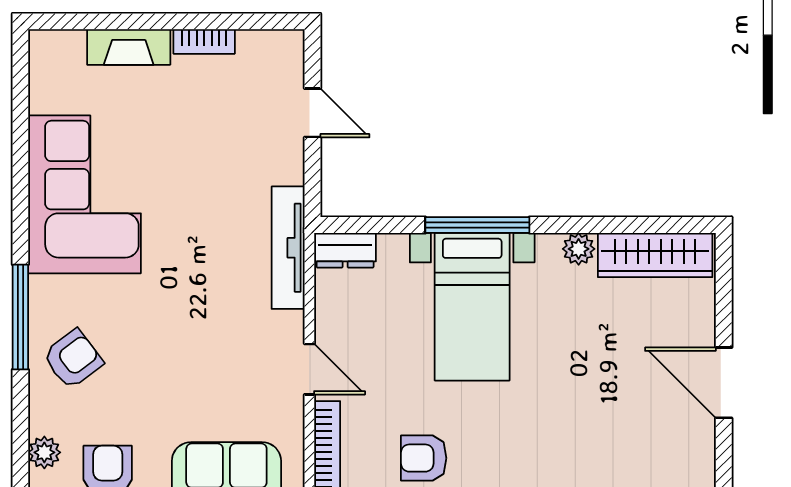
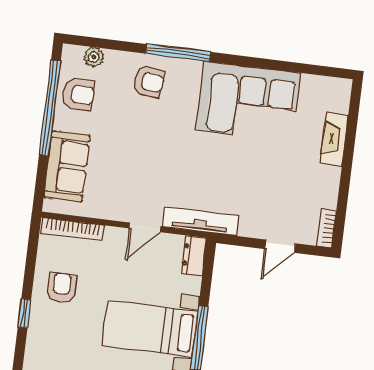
bookcase: (204, 41) -> (327, 228), moved
armchair: (73, 359) -> (149, 82), turned -47
door: (309, 369) -> (145, 227), moved

